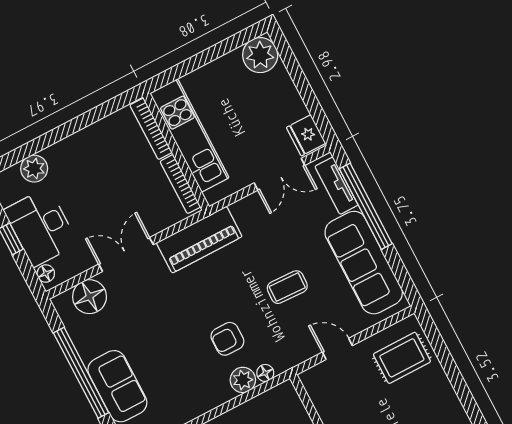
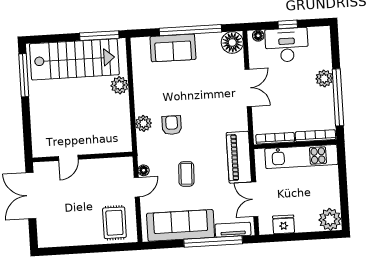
window: (82, 121) -> (338, 97), added
fridge: (306, 135) -> (284, 224), moved
plant: (34, 169) -> (324, 78), moved
piano: (199, 240) -> (239, 157), moved
floor lamp: (90, 297) -> (232, 43), moved
floor lamp: (265, 373) -> (144, 170), moved

